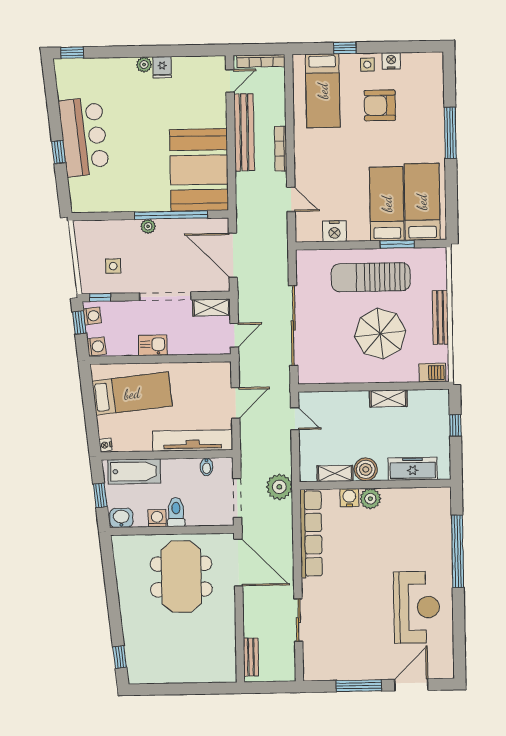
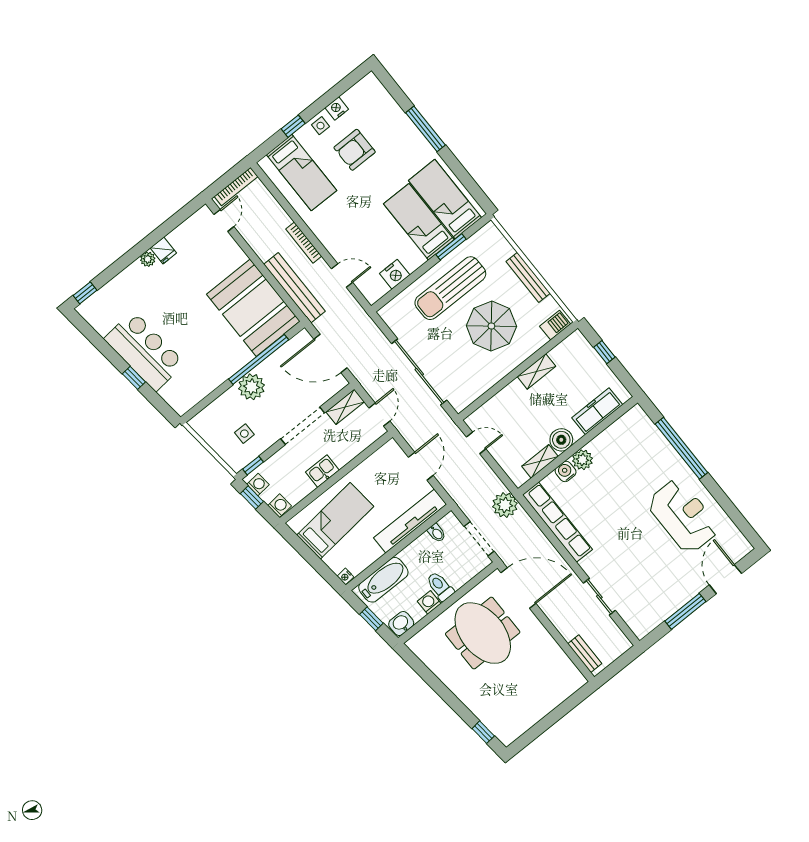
bench: (244, 132) -> (295, 288), moved
plant: (148, 226) -> (252, 387), width x1.87, depth x1.87

